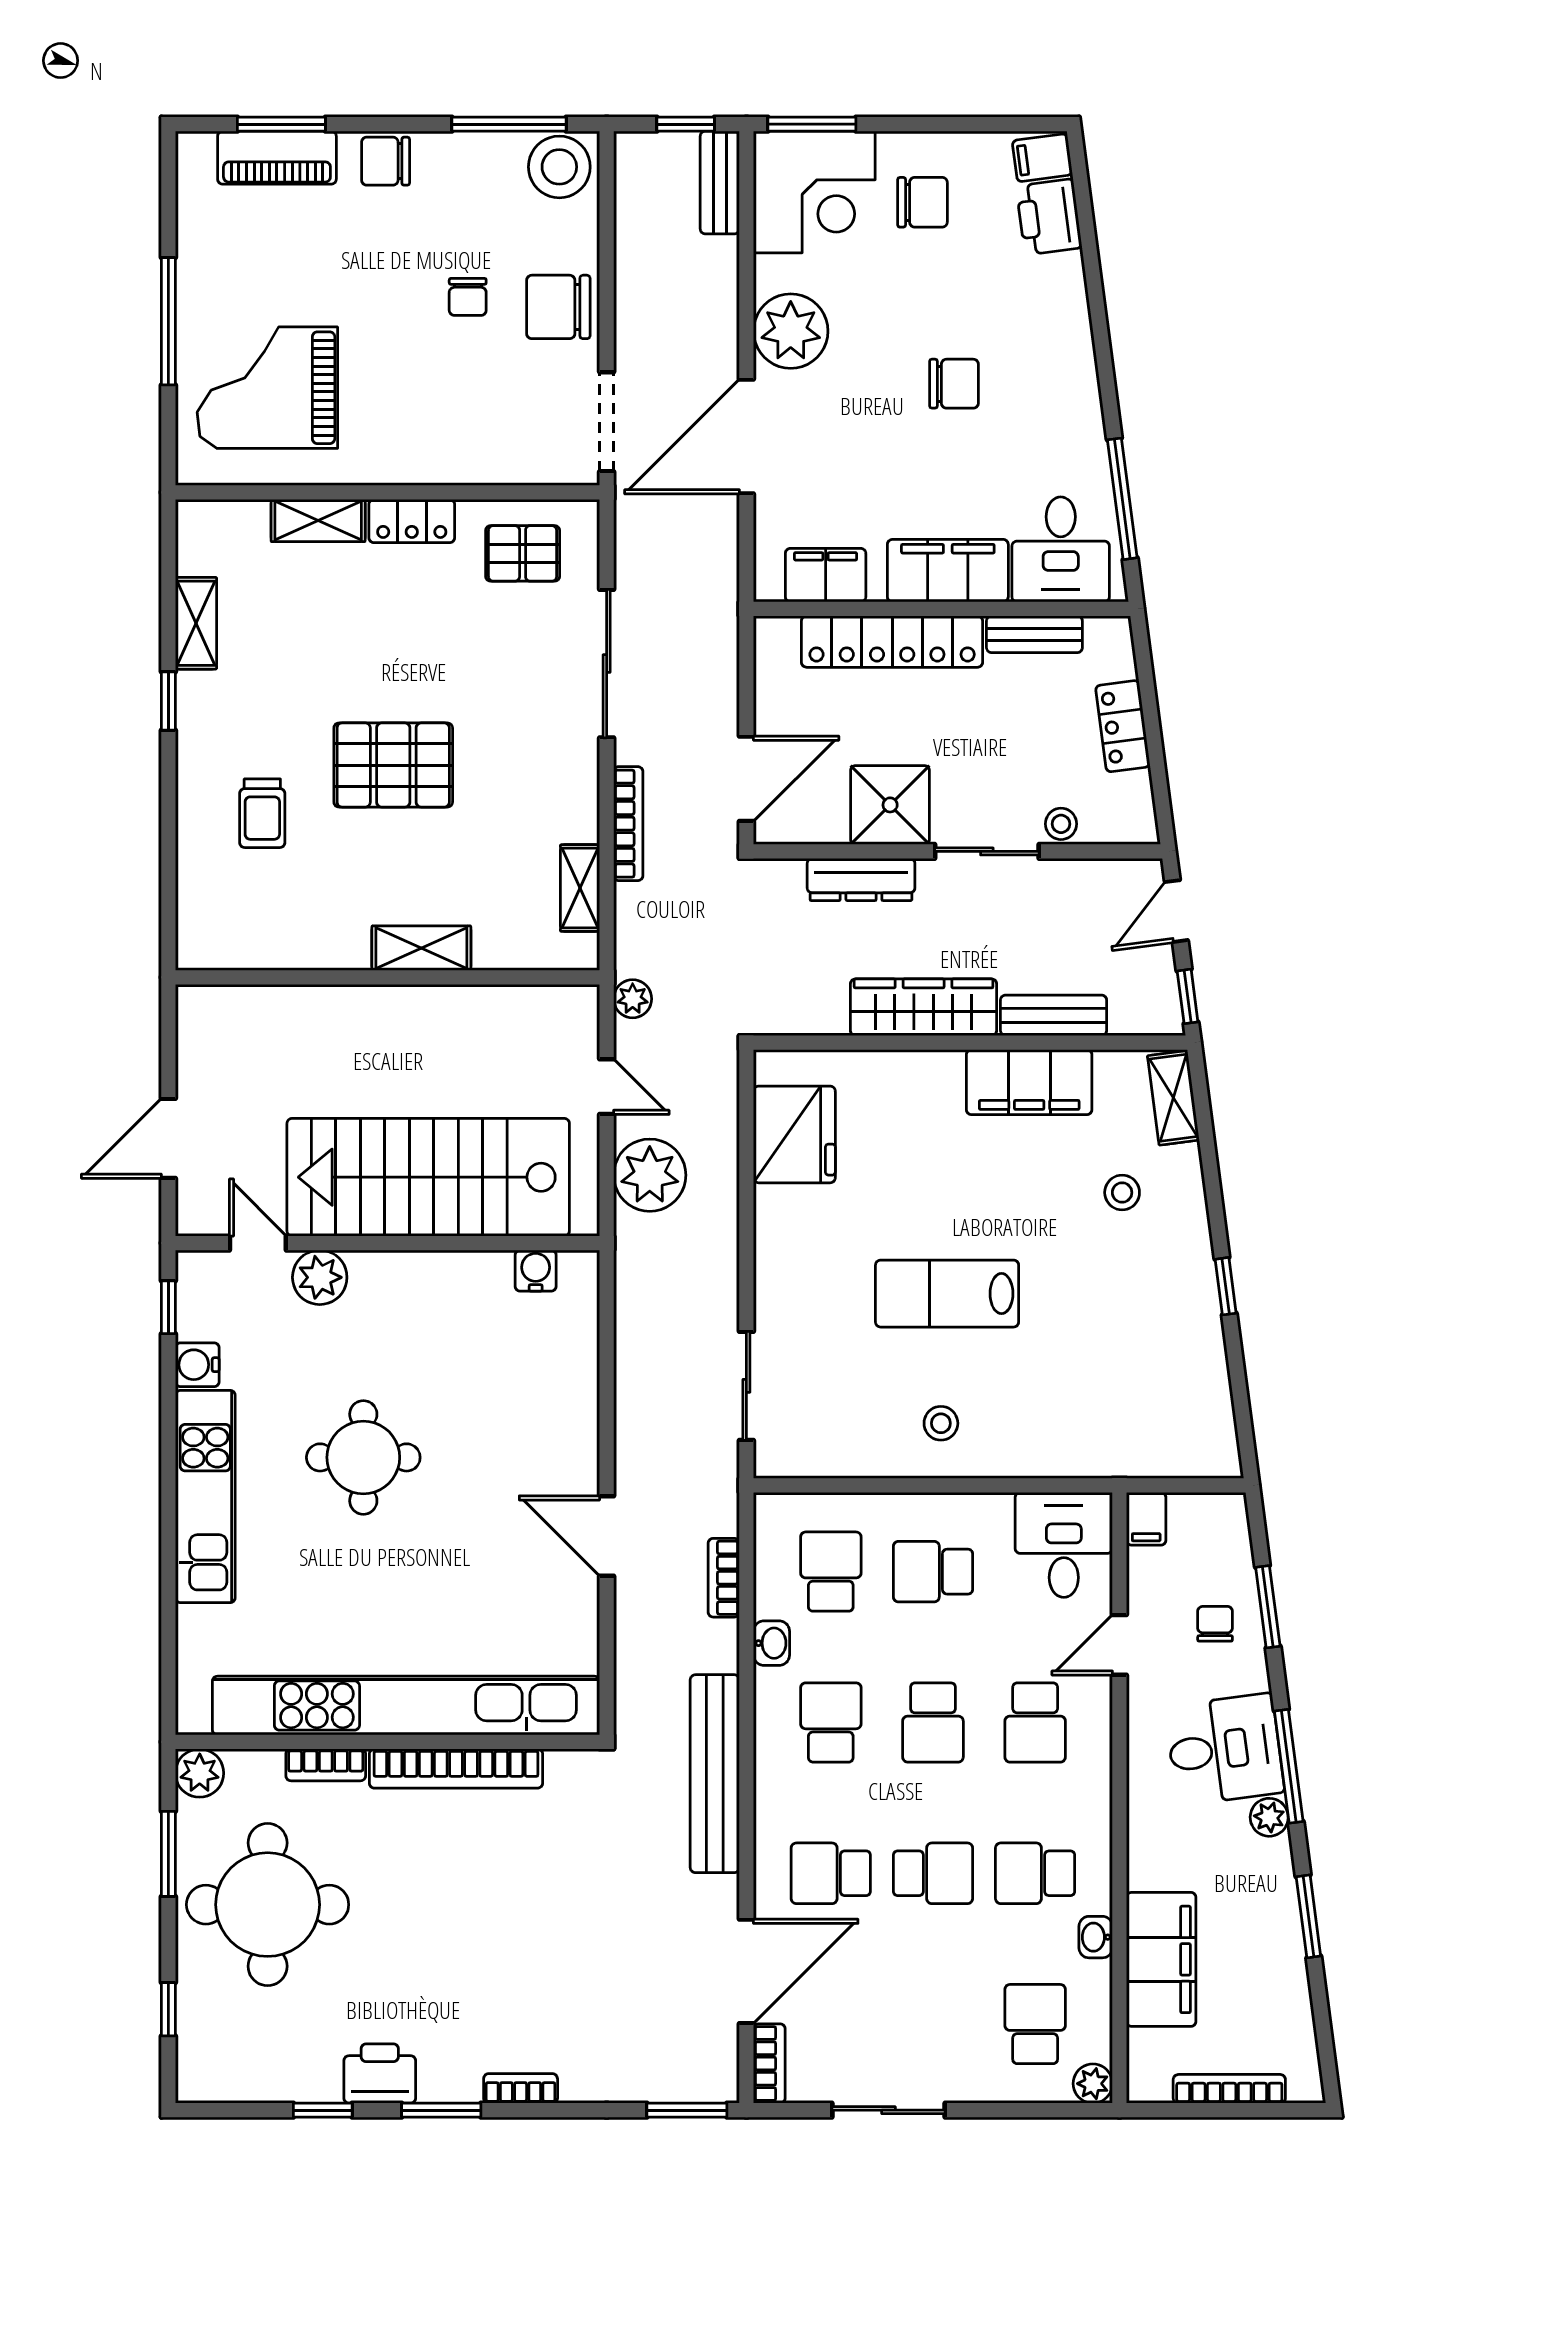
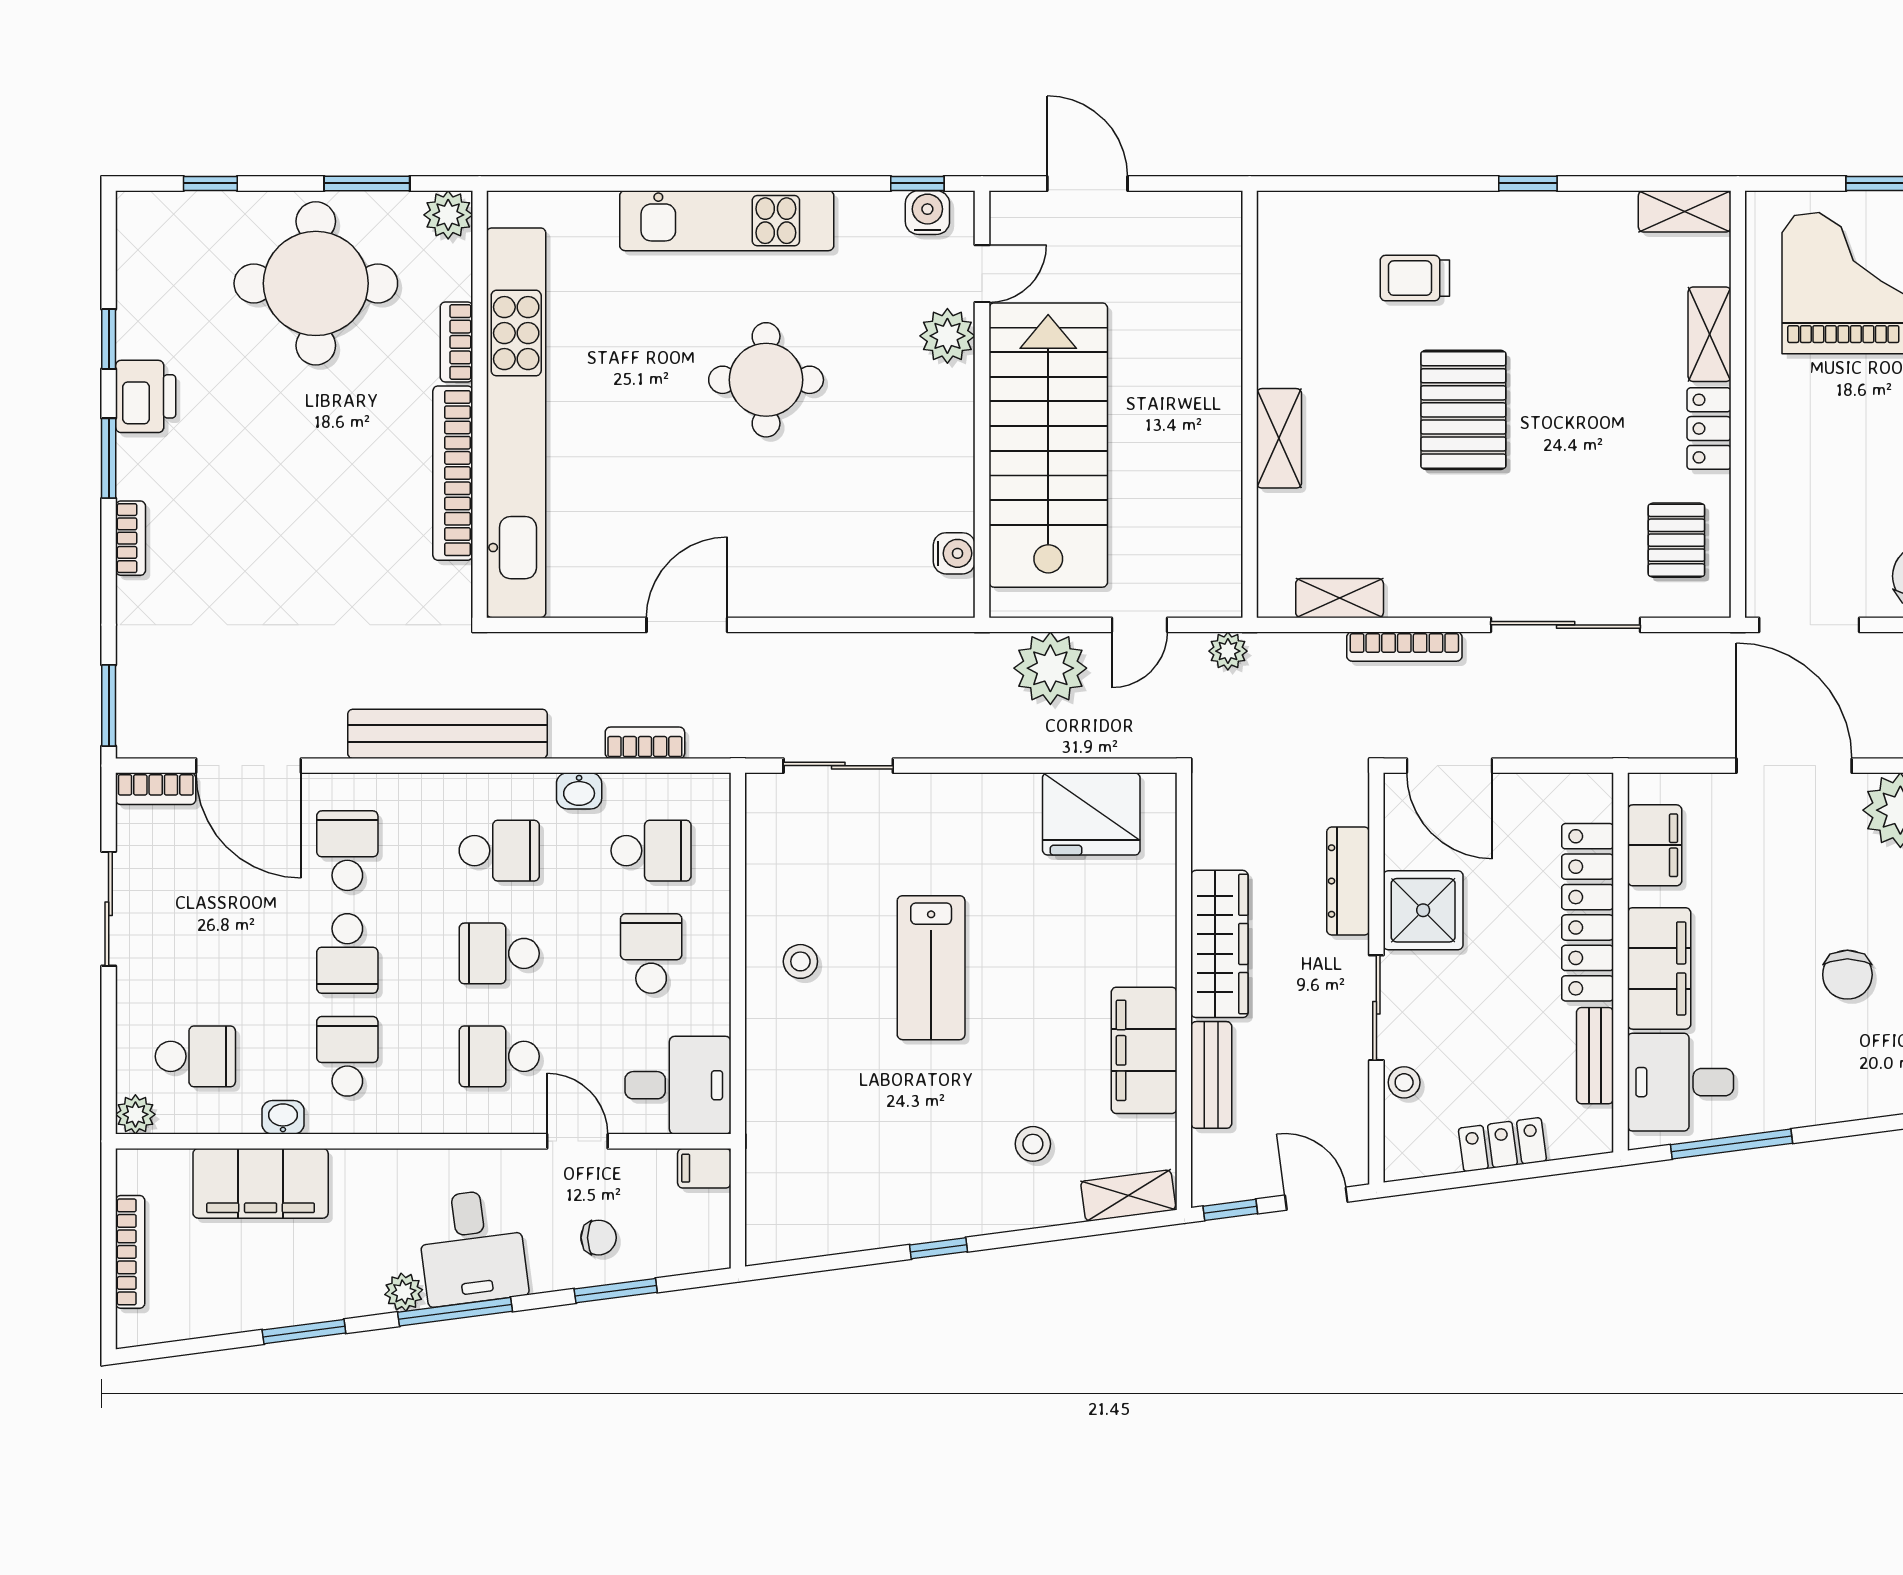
shelving: (196, 623) -> (1685, 211), moved
lab bench: (947, 1294) -> (931, 968), turned 180
water cooler: (197, 1365) -> (927, 213), moved

